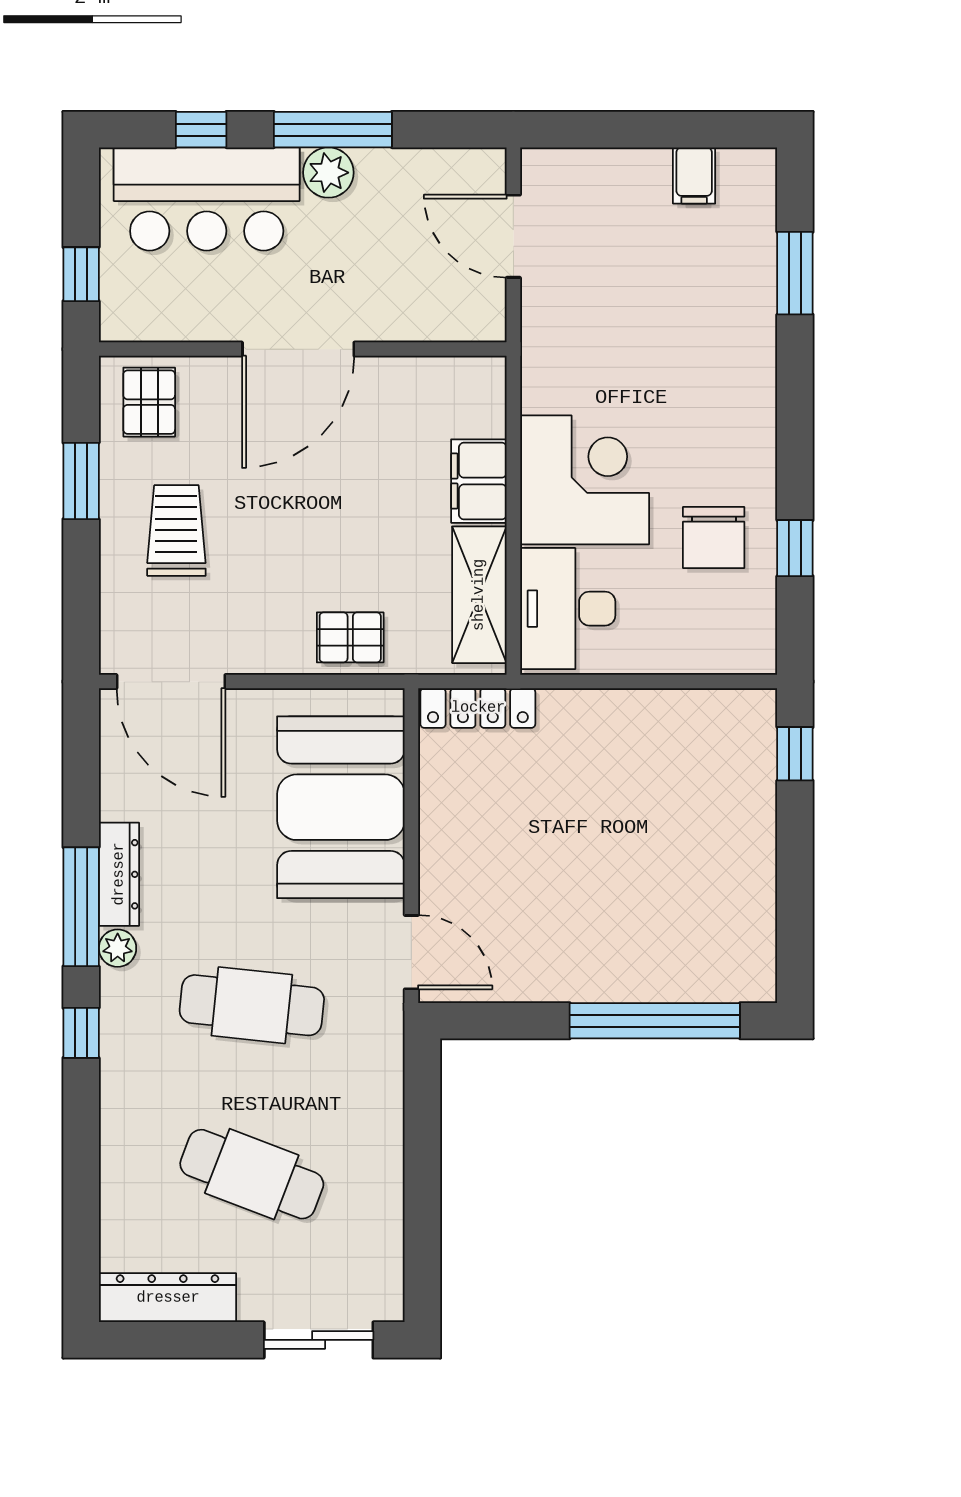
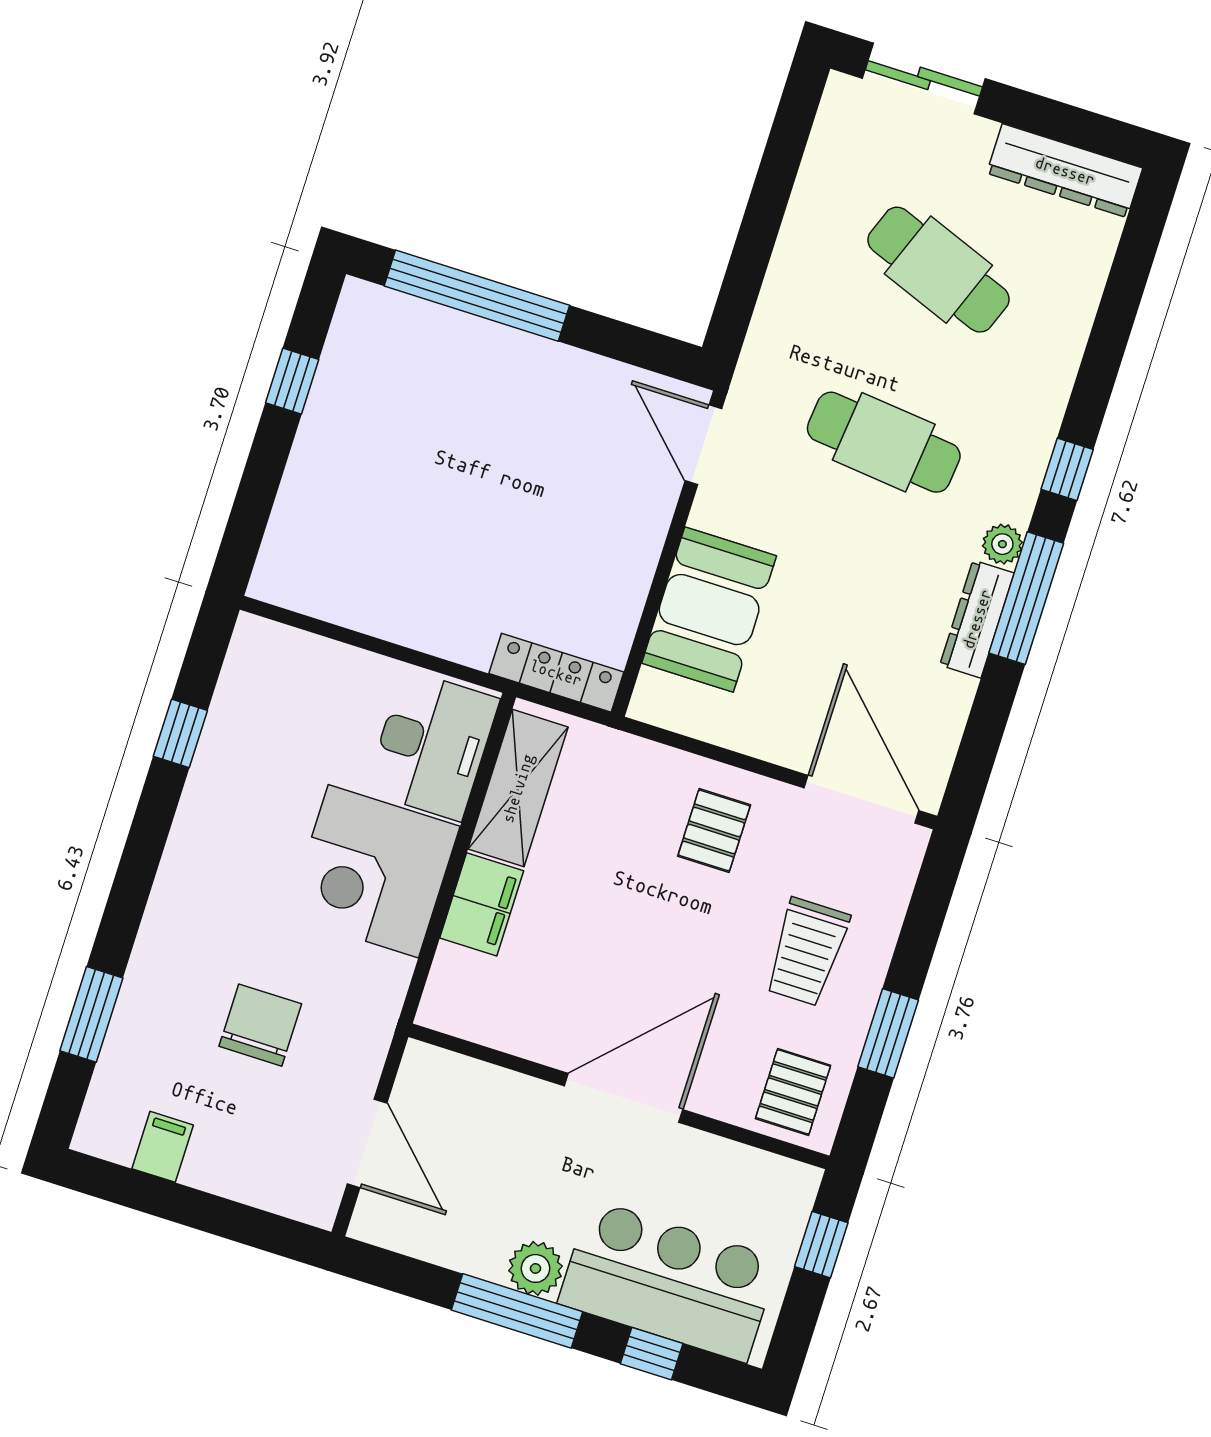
chair: (714, 538) -> (260, 1025), moved
pallet: (350, 637) -> (714, 830), moved, turned 90
window: (795, 754) -> (292, 381), moved
booth: (341, 807) -> (709, 610), width x0.73, depth x0.70

